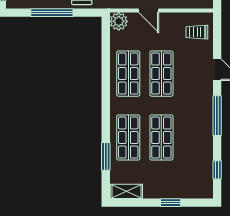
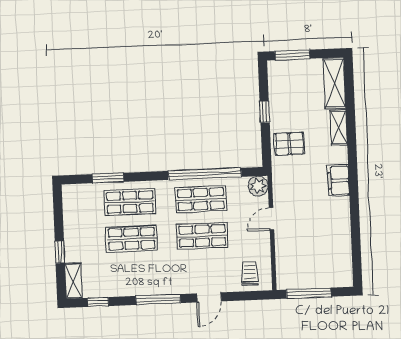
window: (52, 13) -> (265, 112), width x0.46
window: (106, 69) -> (205, 174), added
shelving: (126, 191) -> (73, 281), moved

